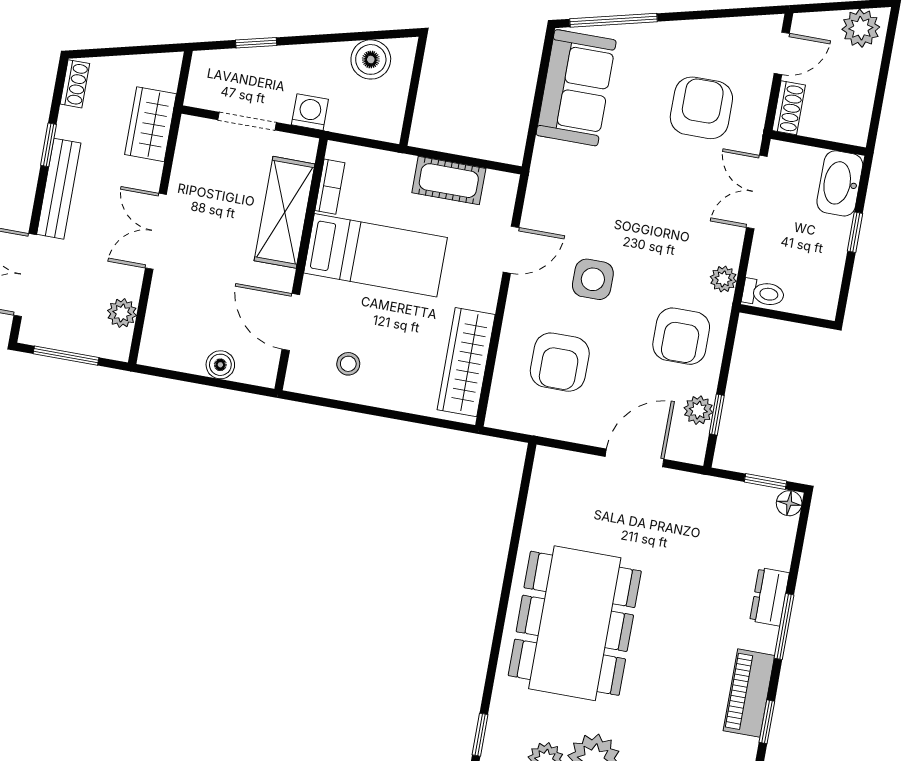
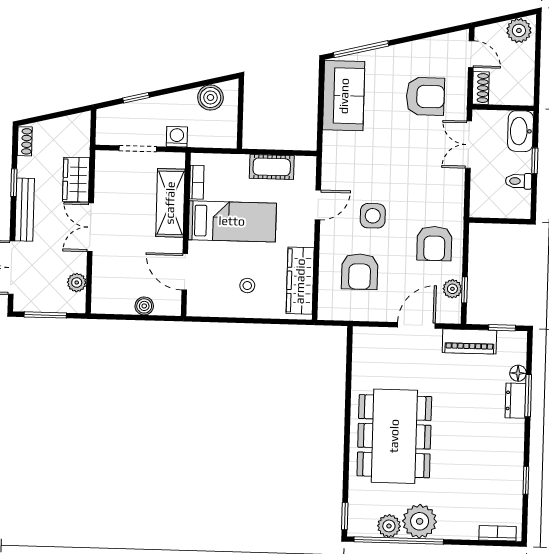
door: (782, 53) -> (471, 54), hinge flipped
armchair: (701, 108) -> (425, 96), turned 90
wardrobe: (151, 124) -> (76, 180), moved
plant: (723, 279) -> (456, 203), removed
toilet: (763, 293) -> (519, 181), moved, turned 180
stool: (348, 364) -> (247, 286), moved
floor lamp: (789, 503) -> (518, 373), moved
window: (784, 627) -> (528, 396), moved
piano: (749, 693) -> (469, 341), moved, turned -90

